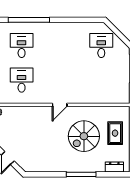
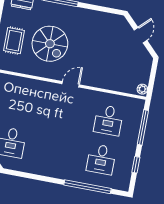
spiral stairs: (84, 136) -> (50, 44), turned 90

